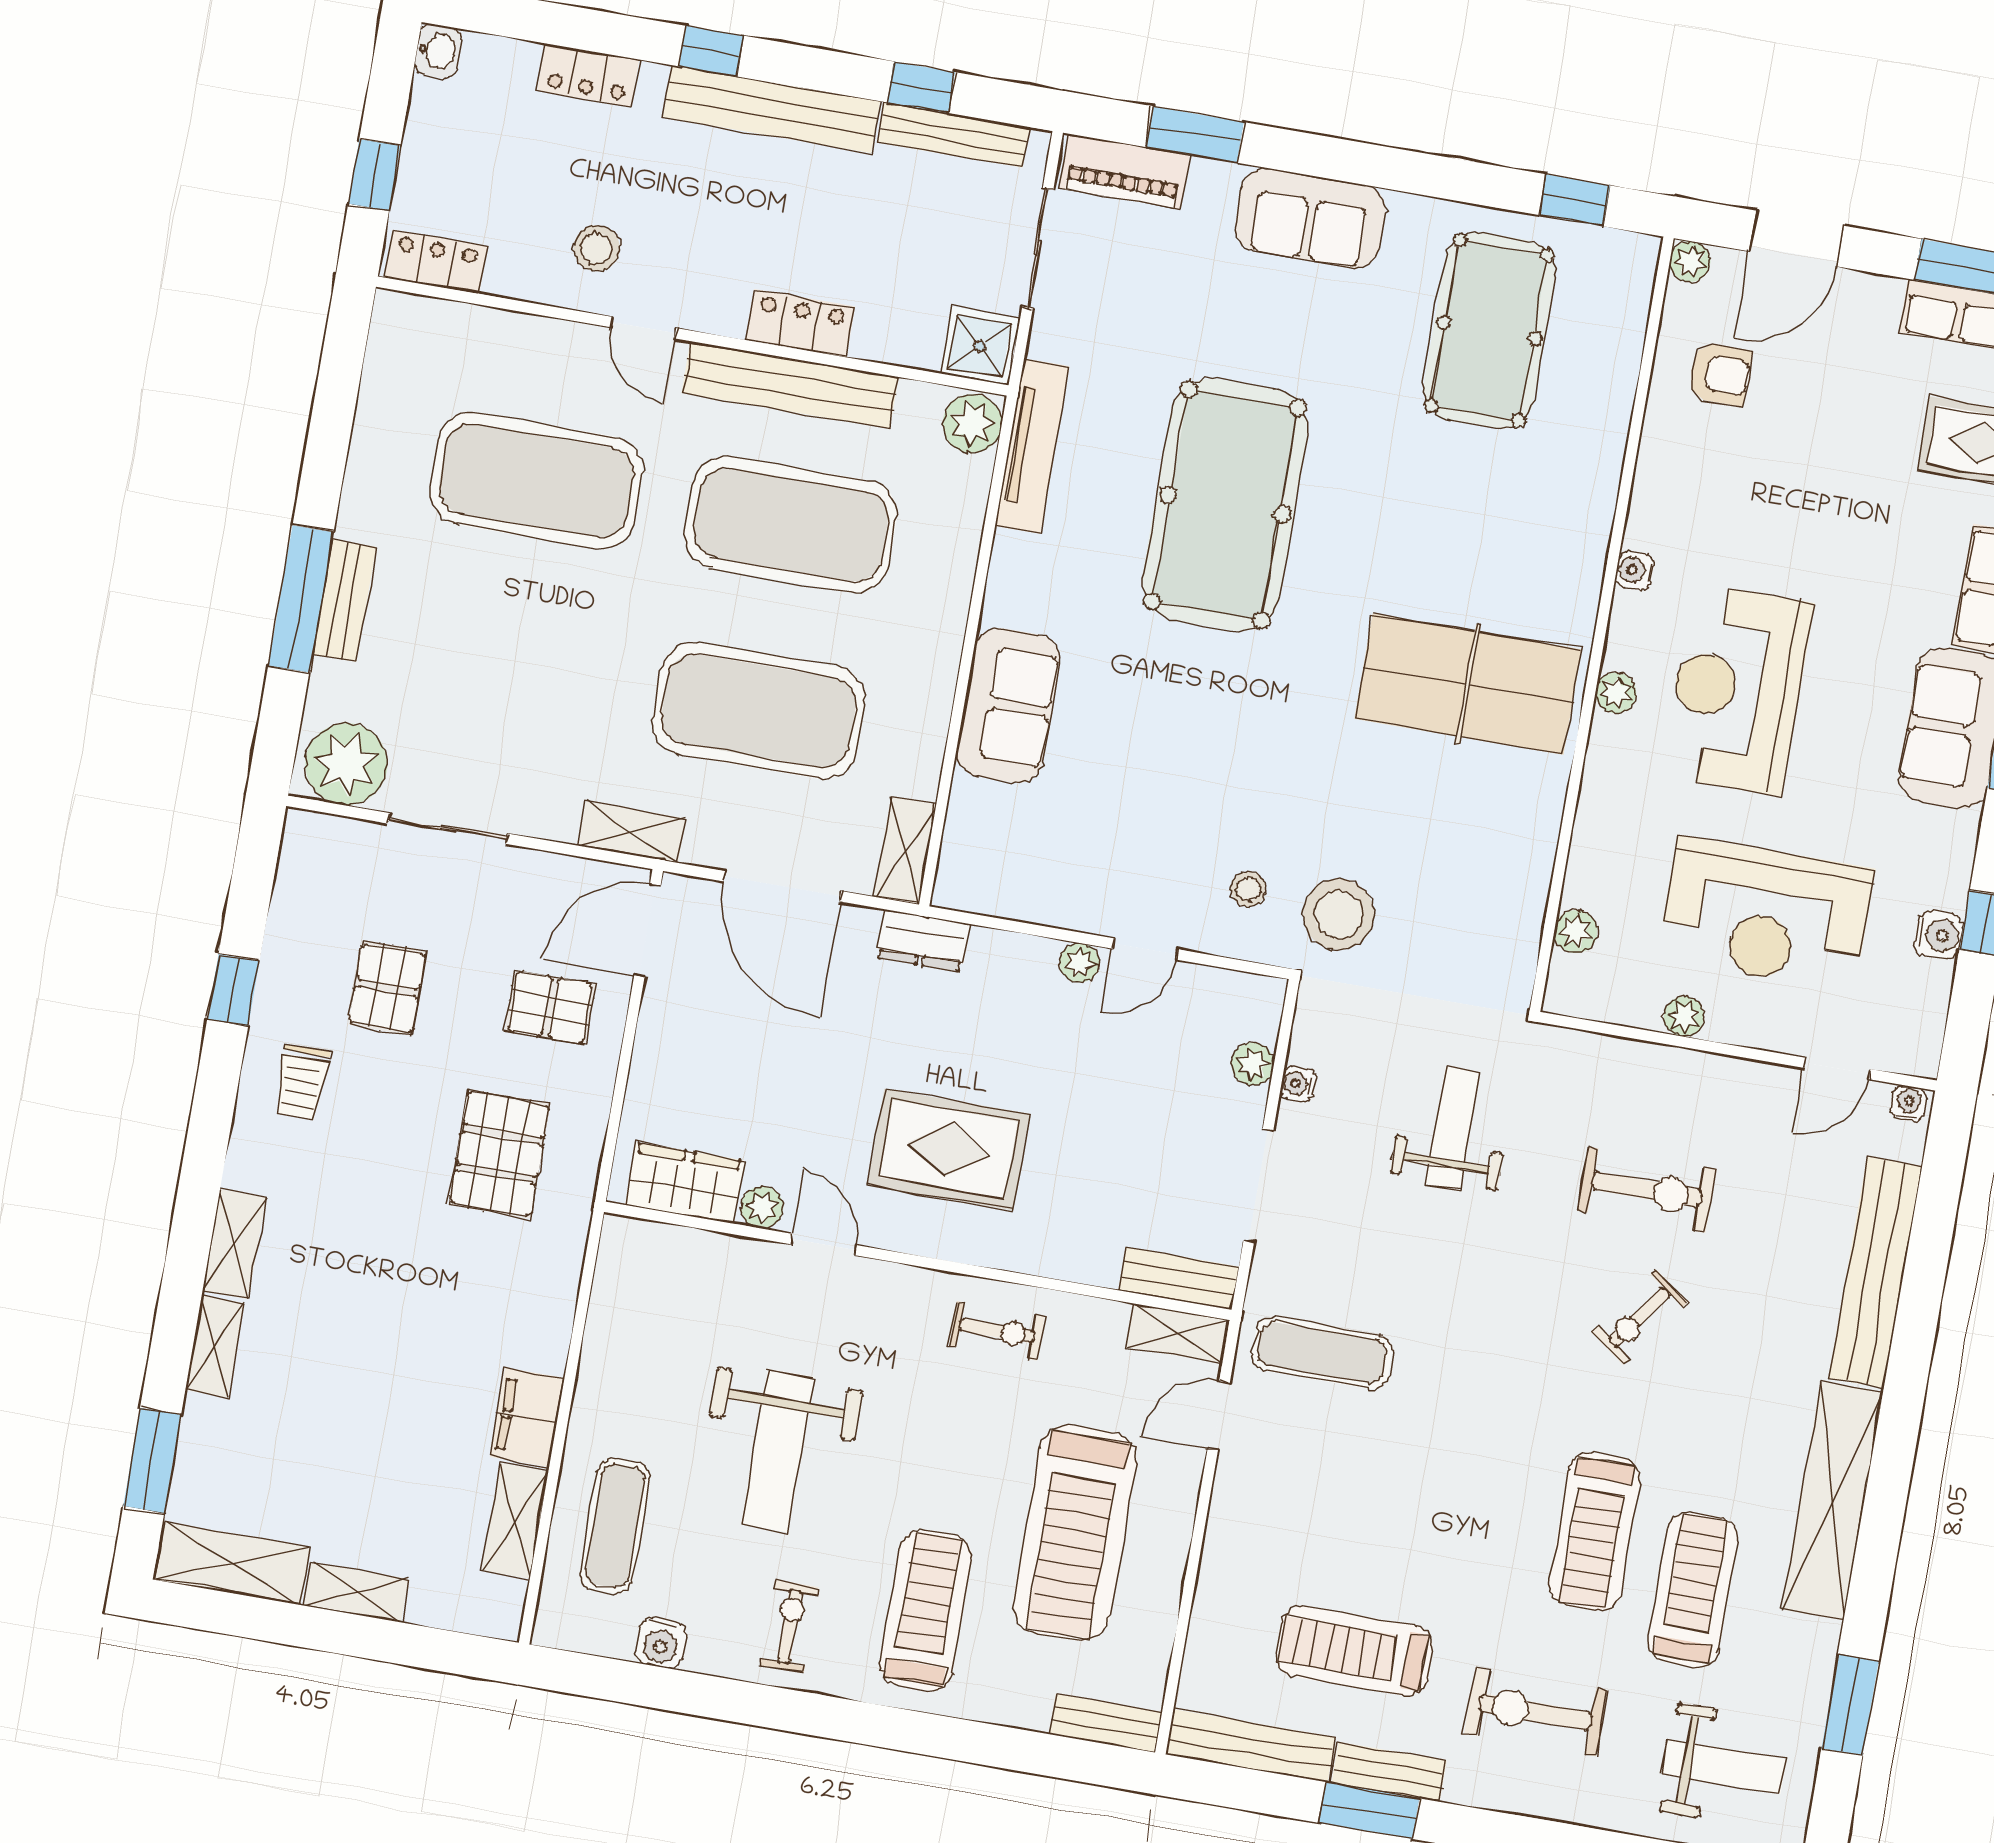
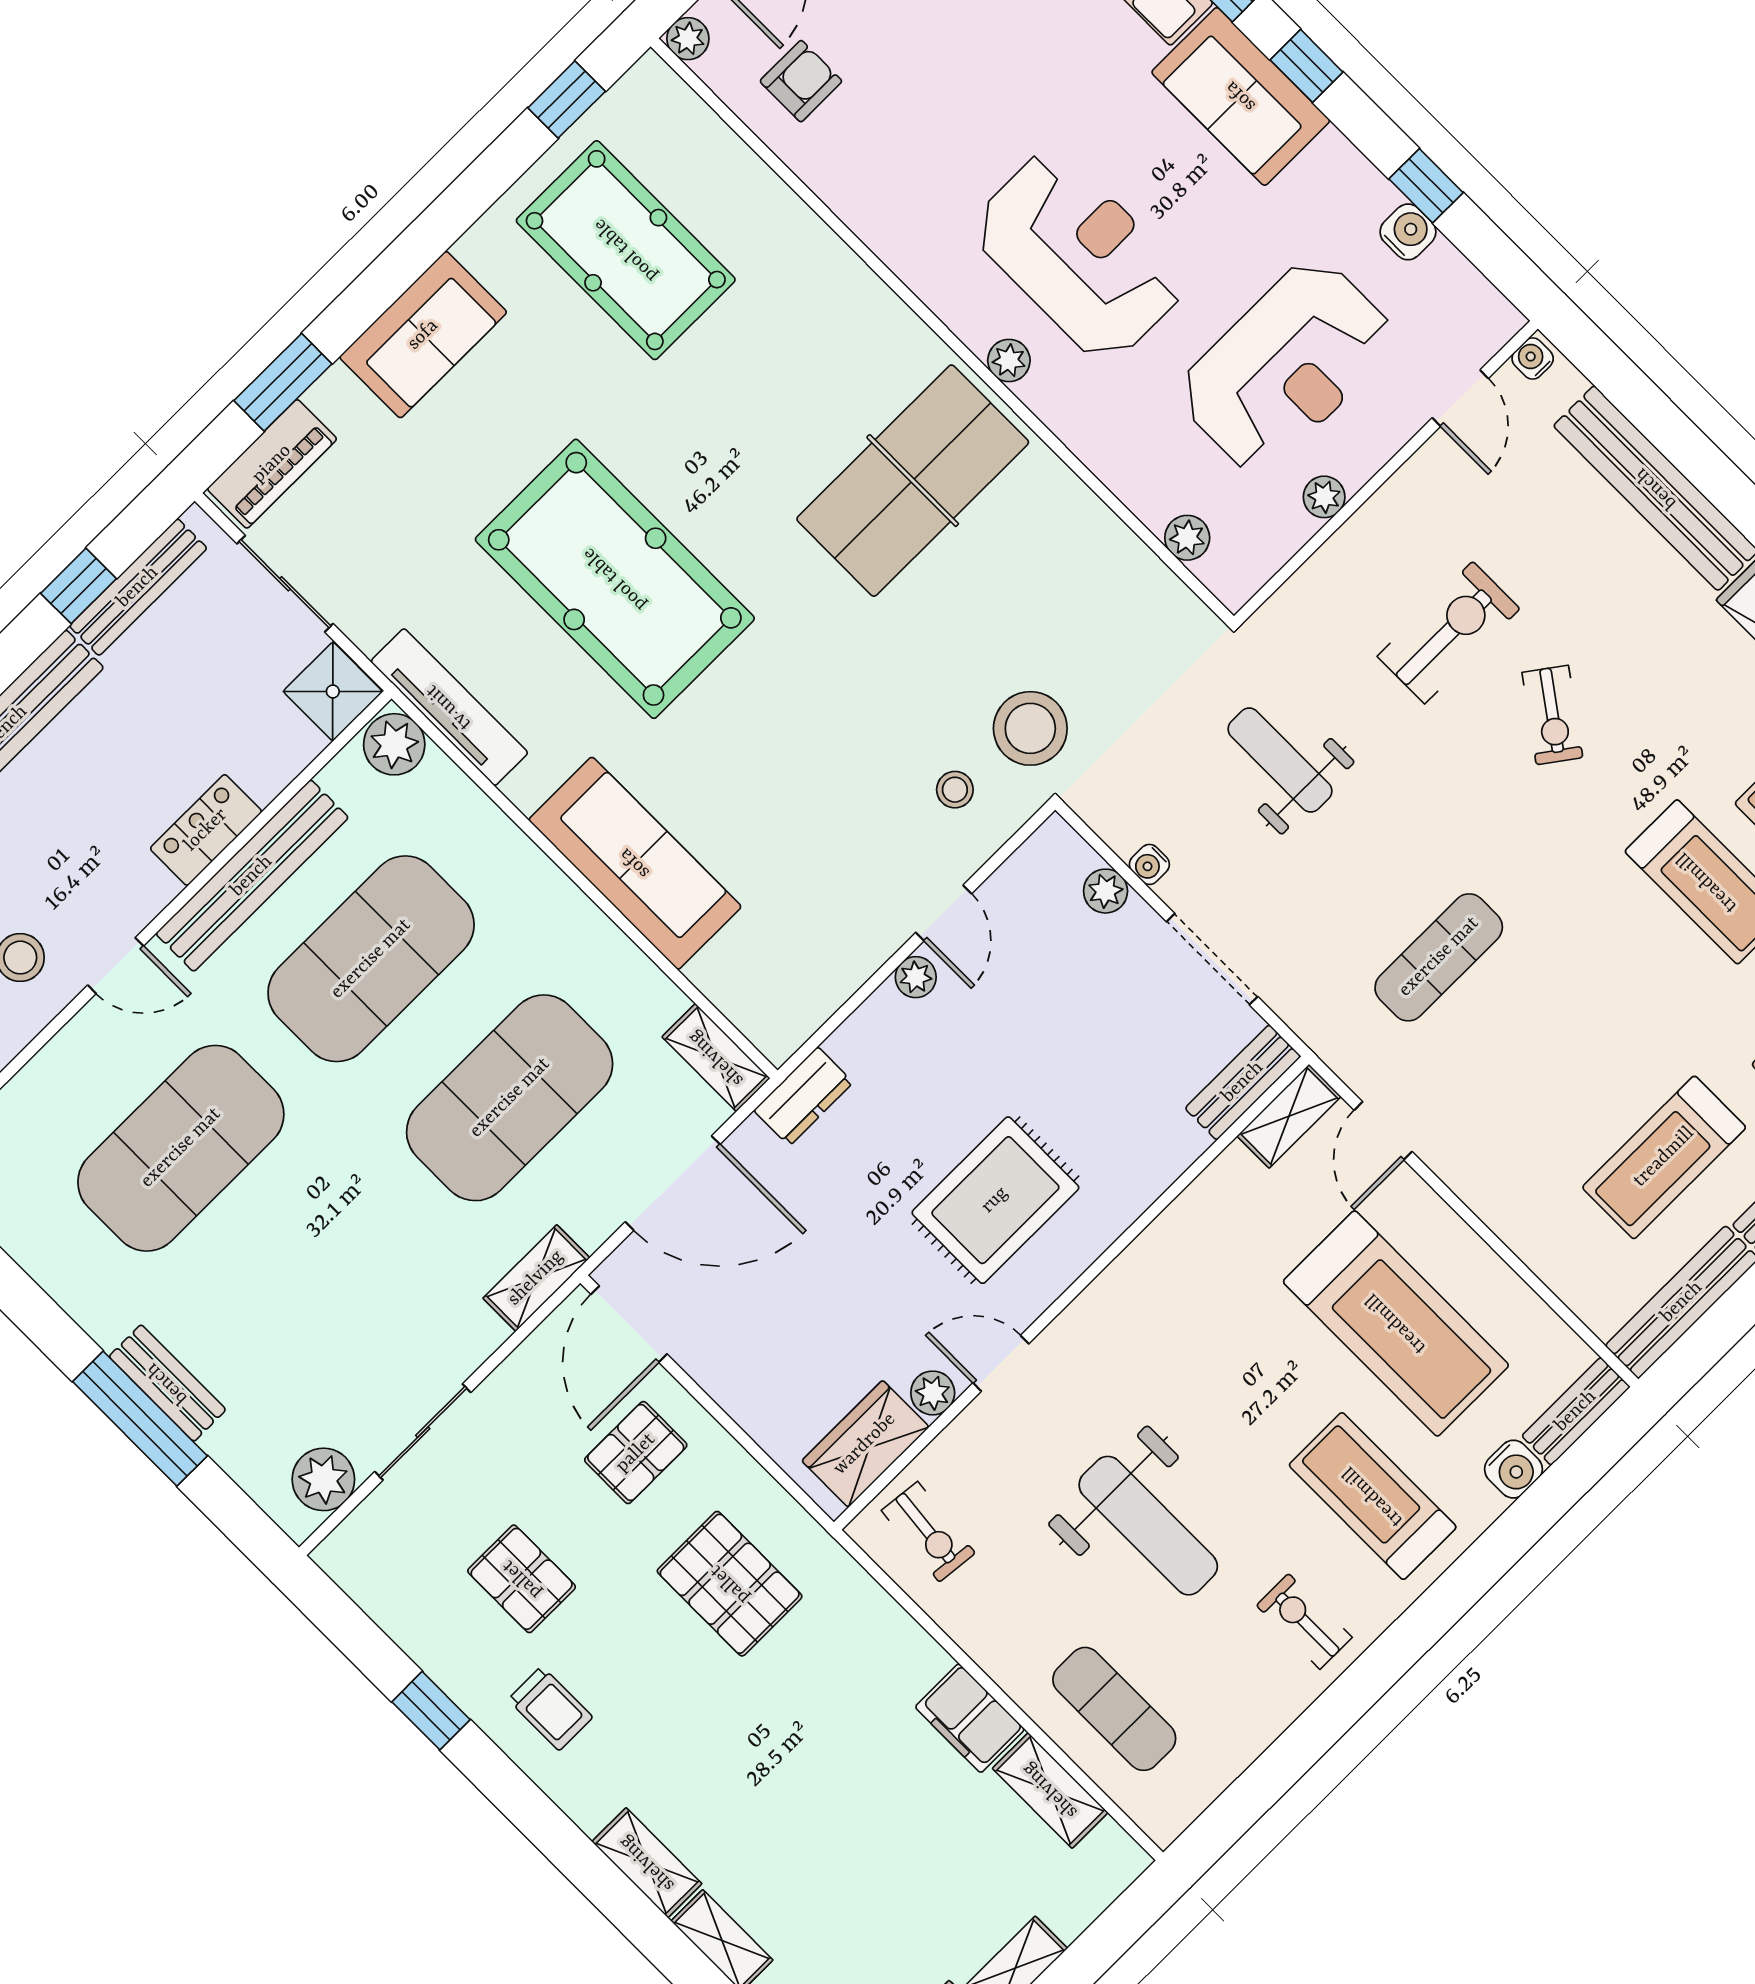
water cooler: (1635, 570) -> (916, 271), removed
reception desk: (1737, 690) -> (1079, 255), turned 180
sofa: (1008, 706) -> (635, 863), width x1.36
plant: (346, 764) -> (323, 1479), width x0.73, depth x0.73
exercise bike: (997, 1331) -> (928, 1532), moved, turned 96
exercise mat: (1322, 1353) -> (1439, 957), moved
water cooler: (661, 1643) -> (1513, 1469), moved

